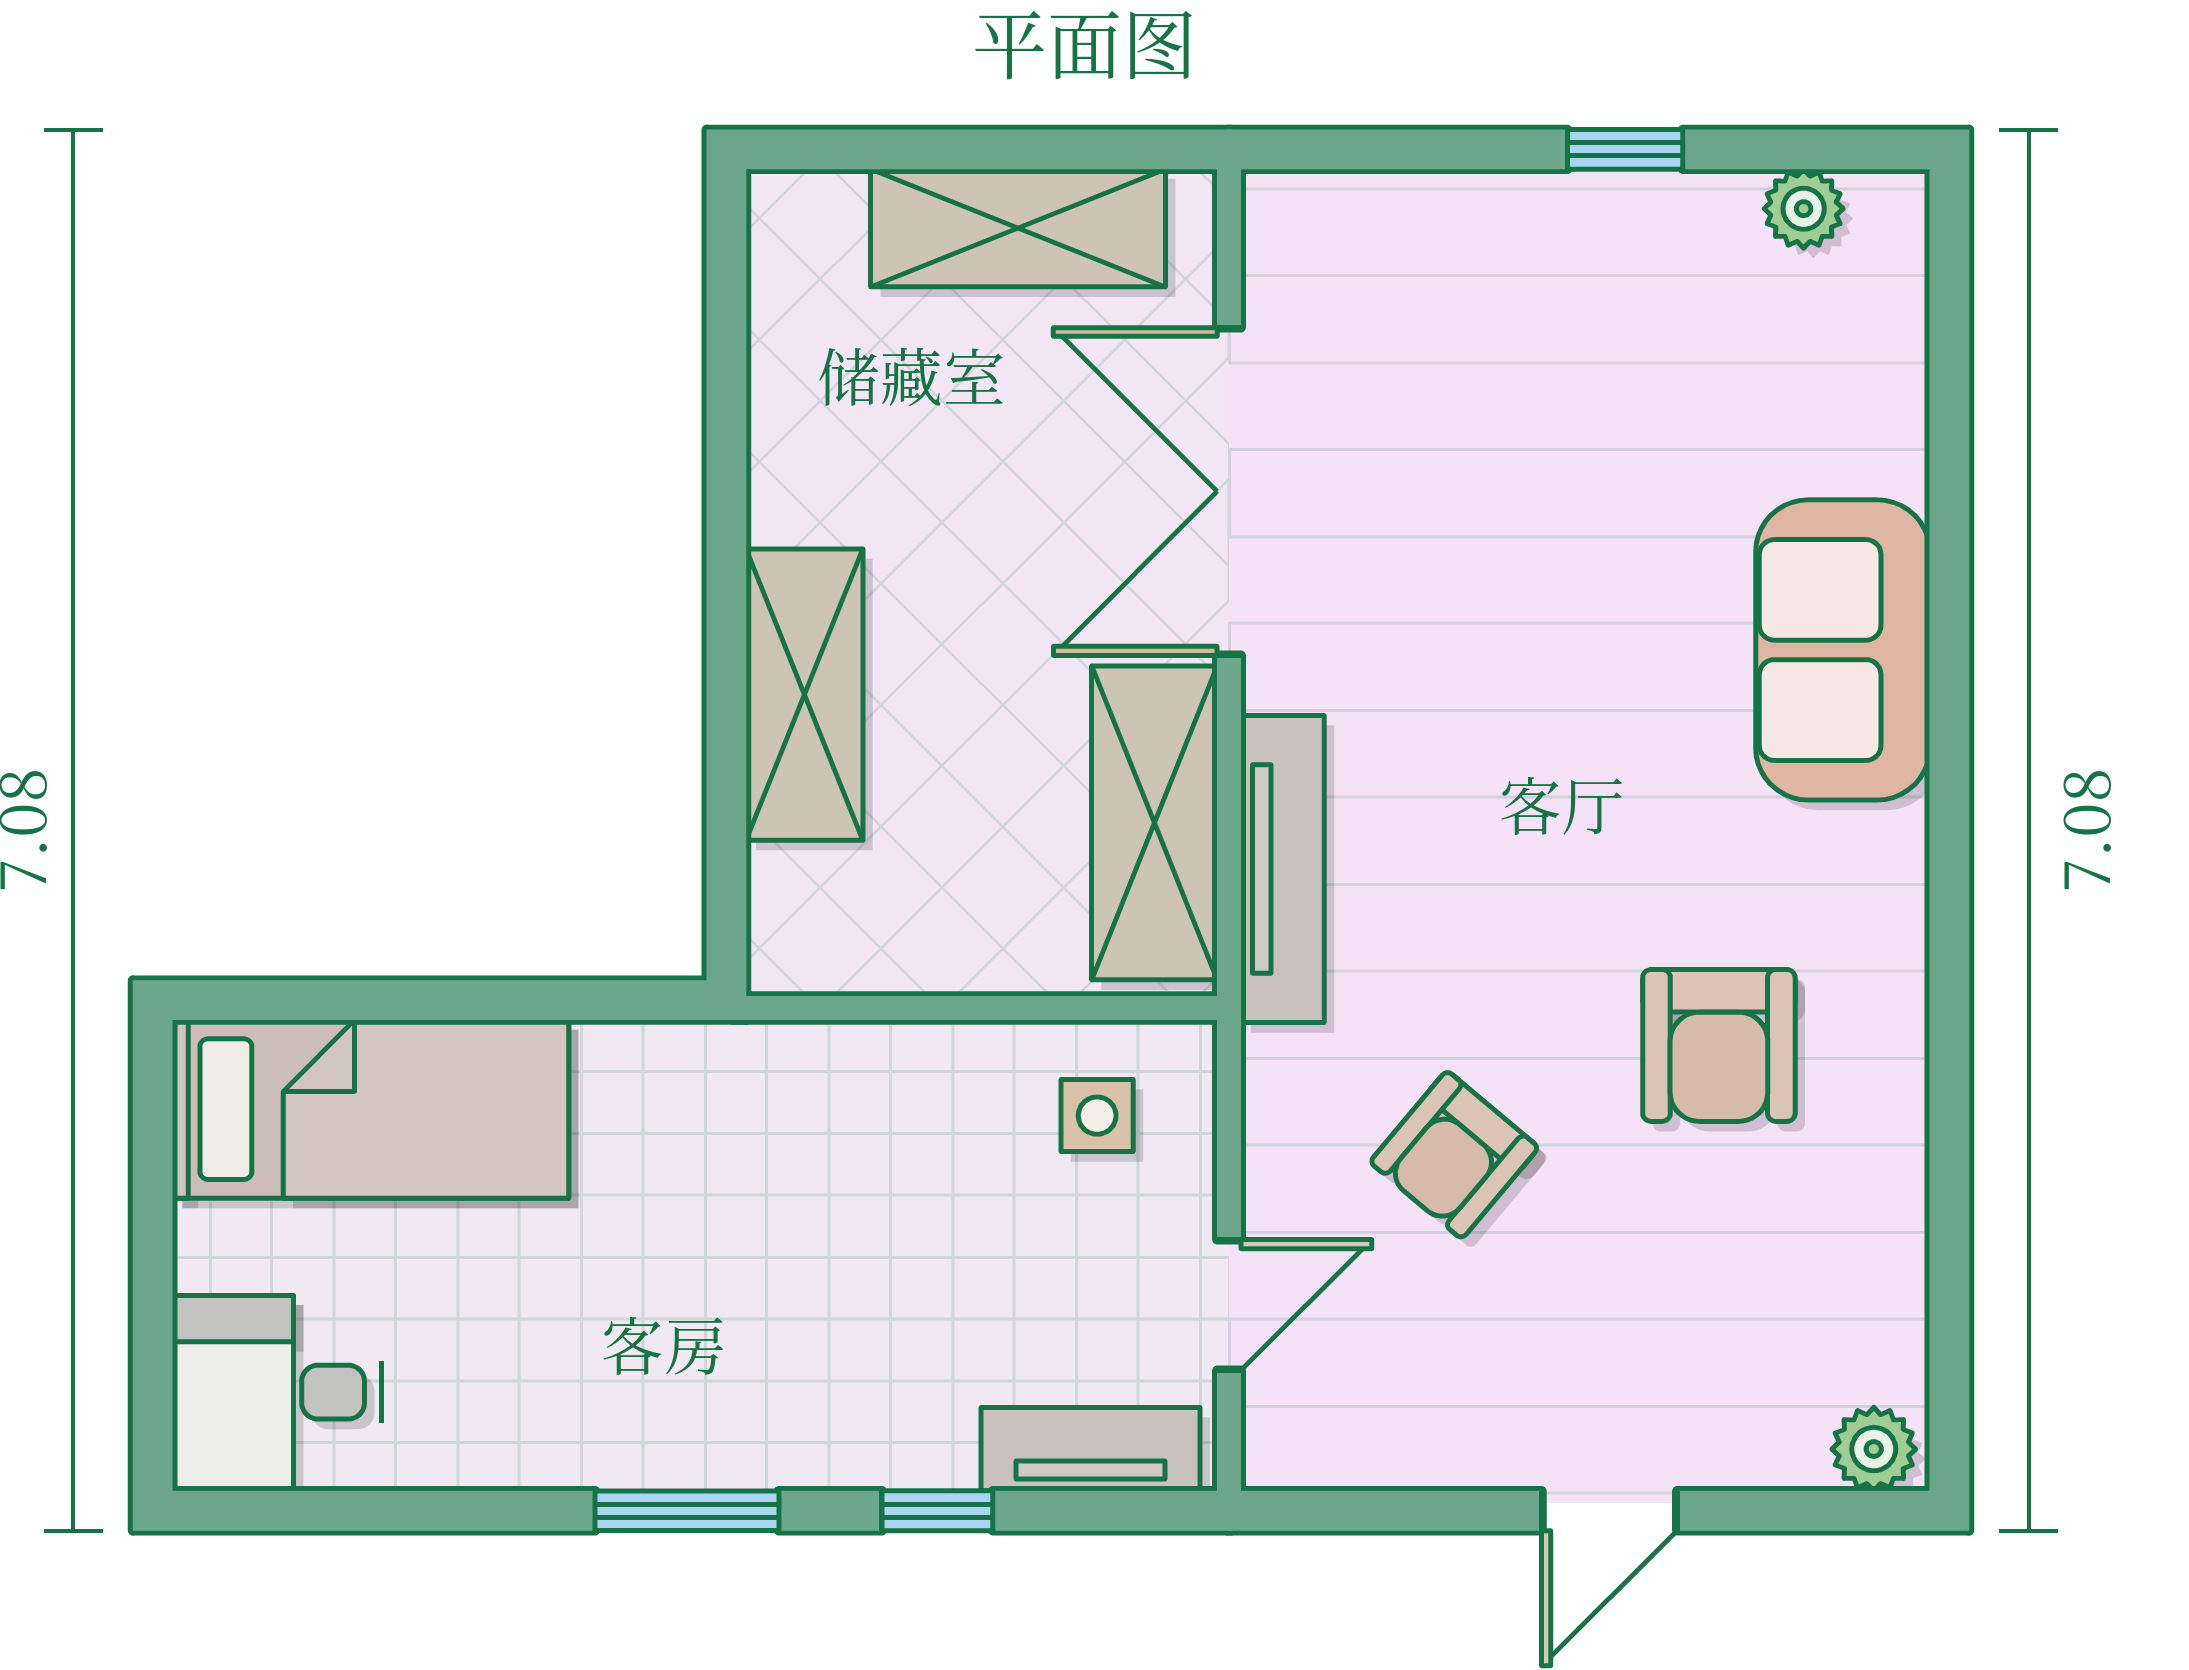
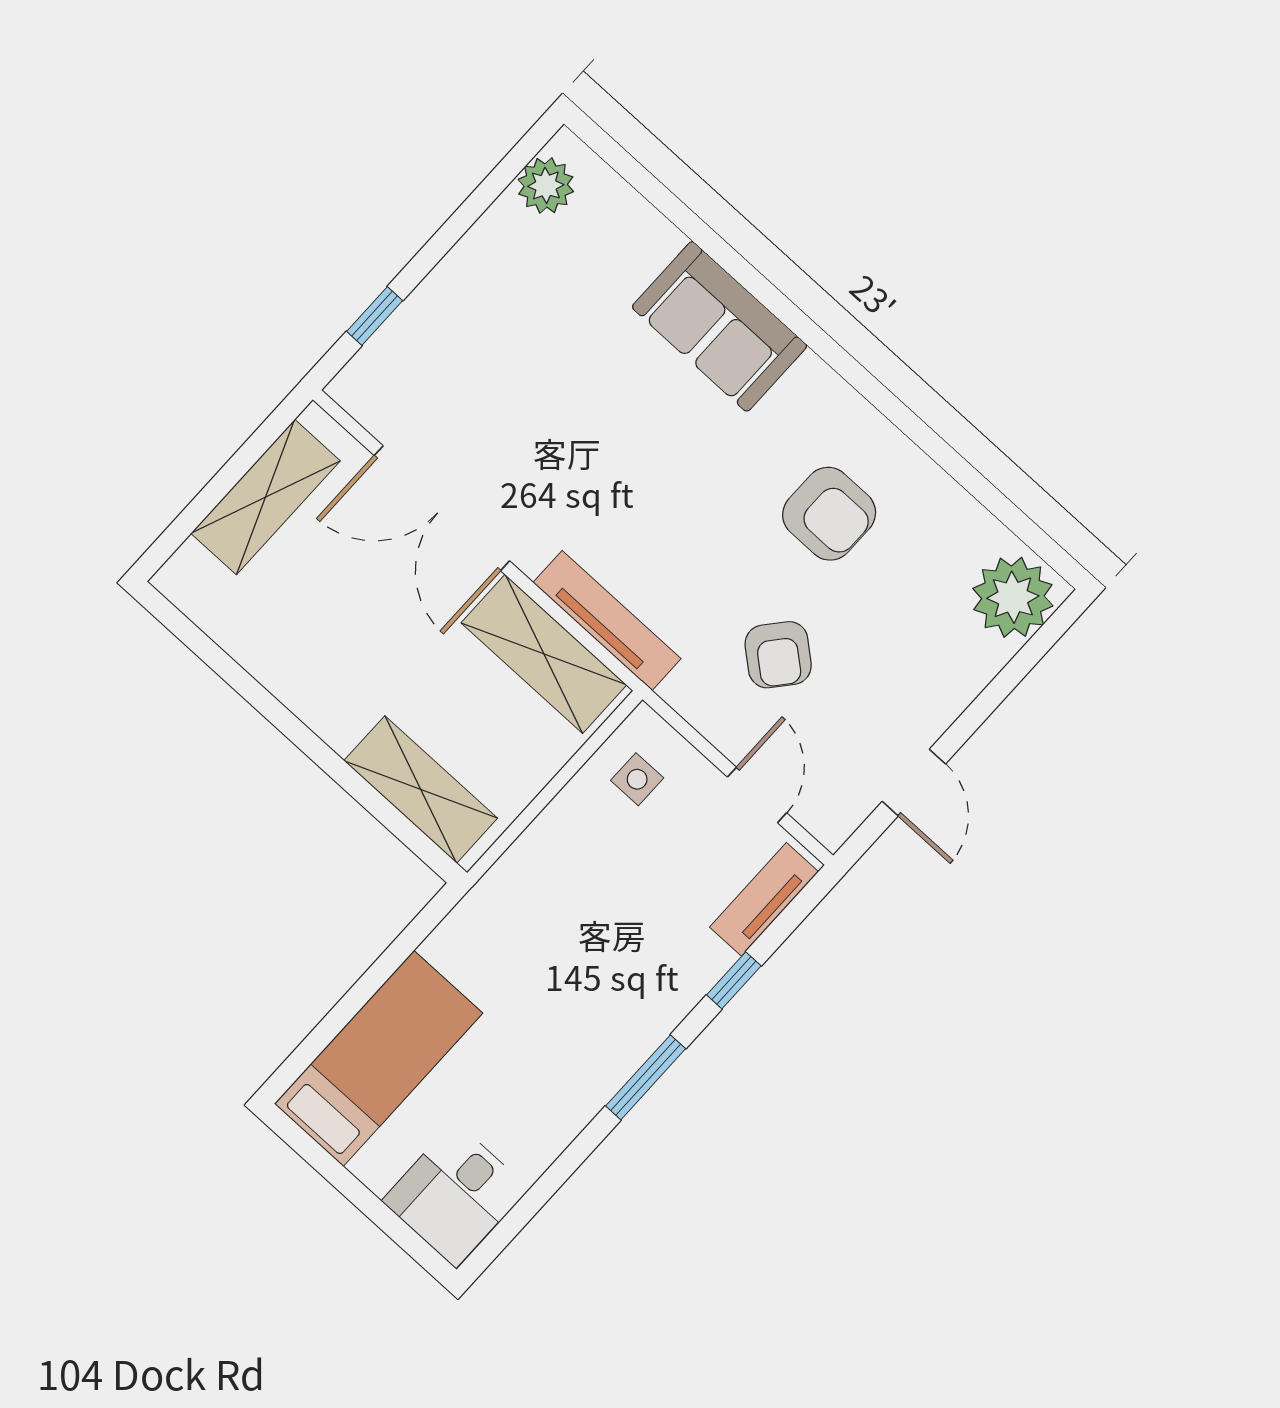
window: (1625, 149) -> (375, 316), moved
plant: (1804, 209) -> (546, 185), width x1.38, depth x1.38
shelving: (805, 695) -> (421, 789), moved
plant: (1874, 1449) -> (1013, 597), width x1.88, depth x1.88
door: (1609, 1511) -> (914, 783), moved

